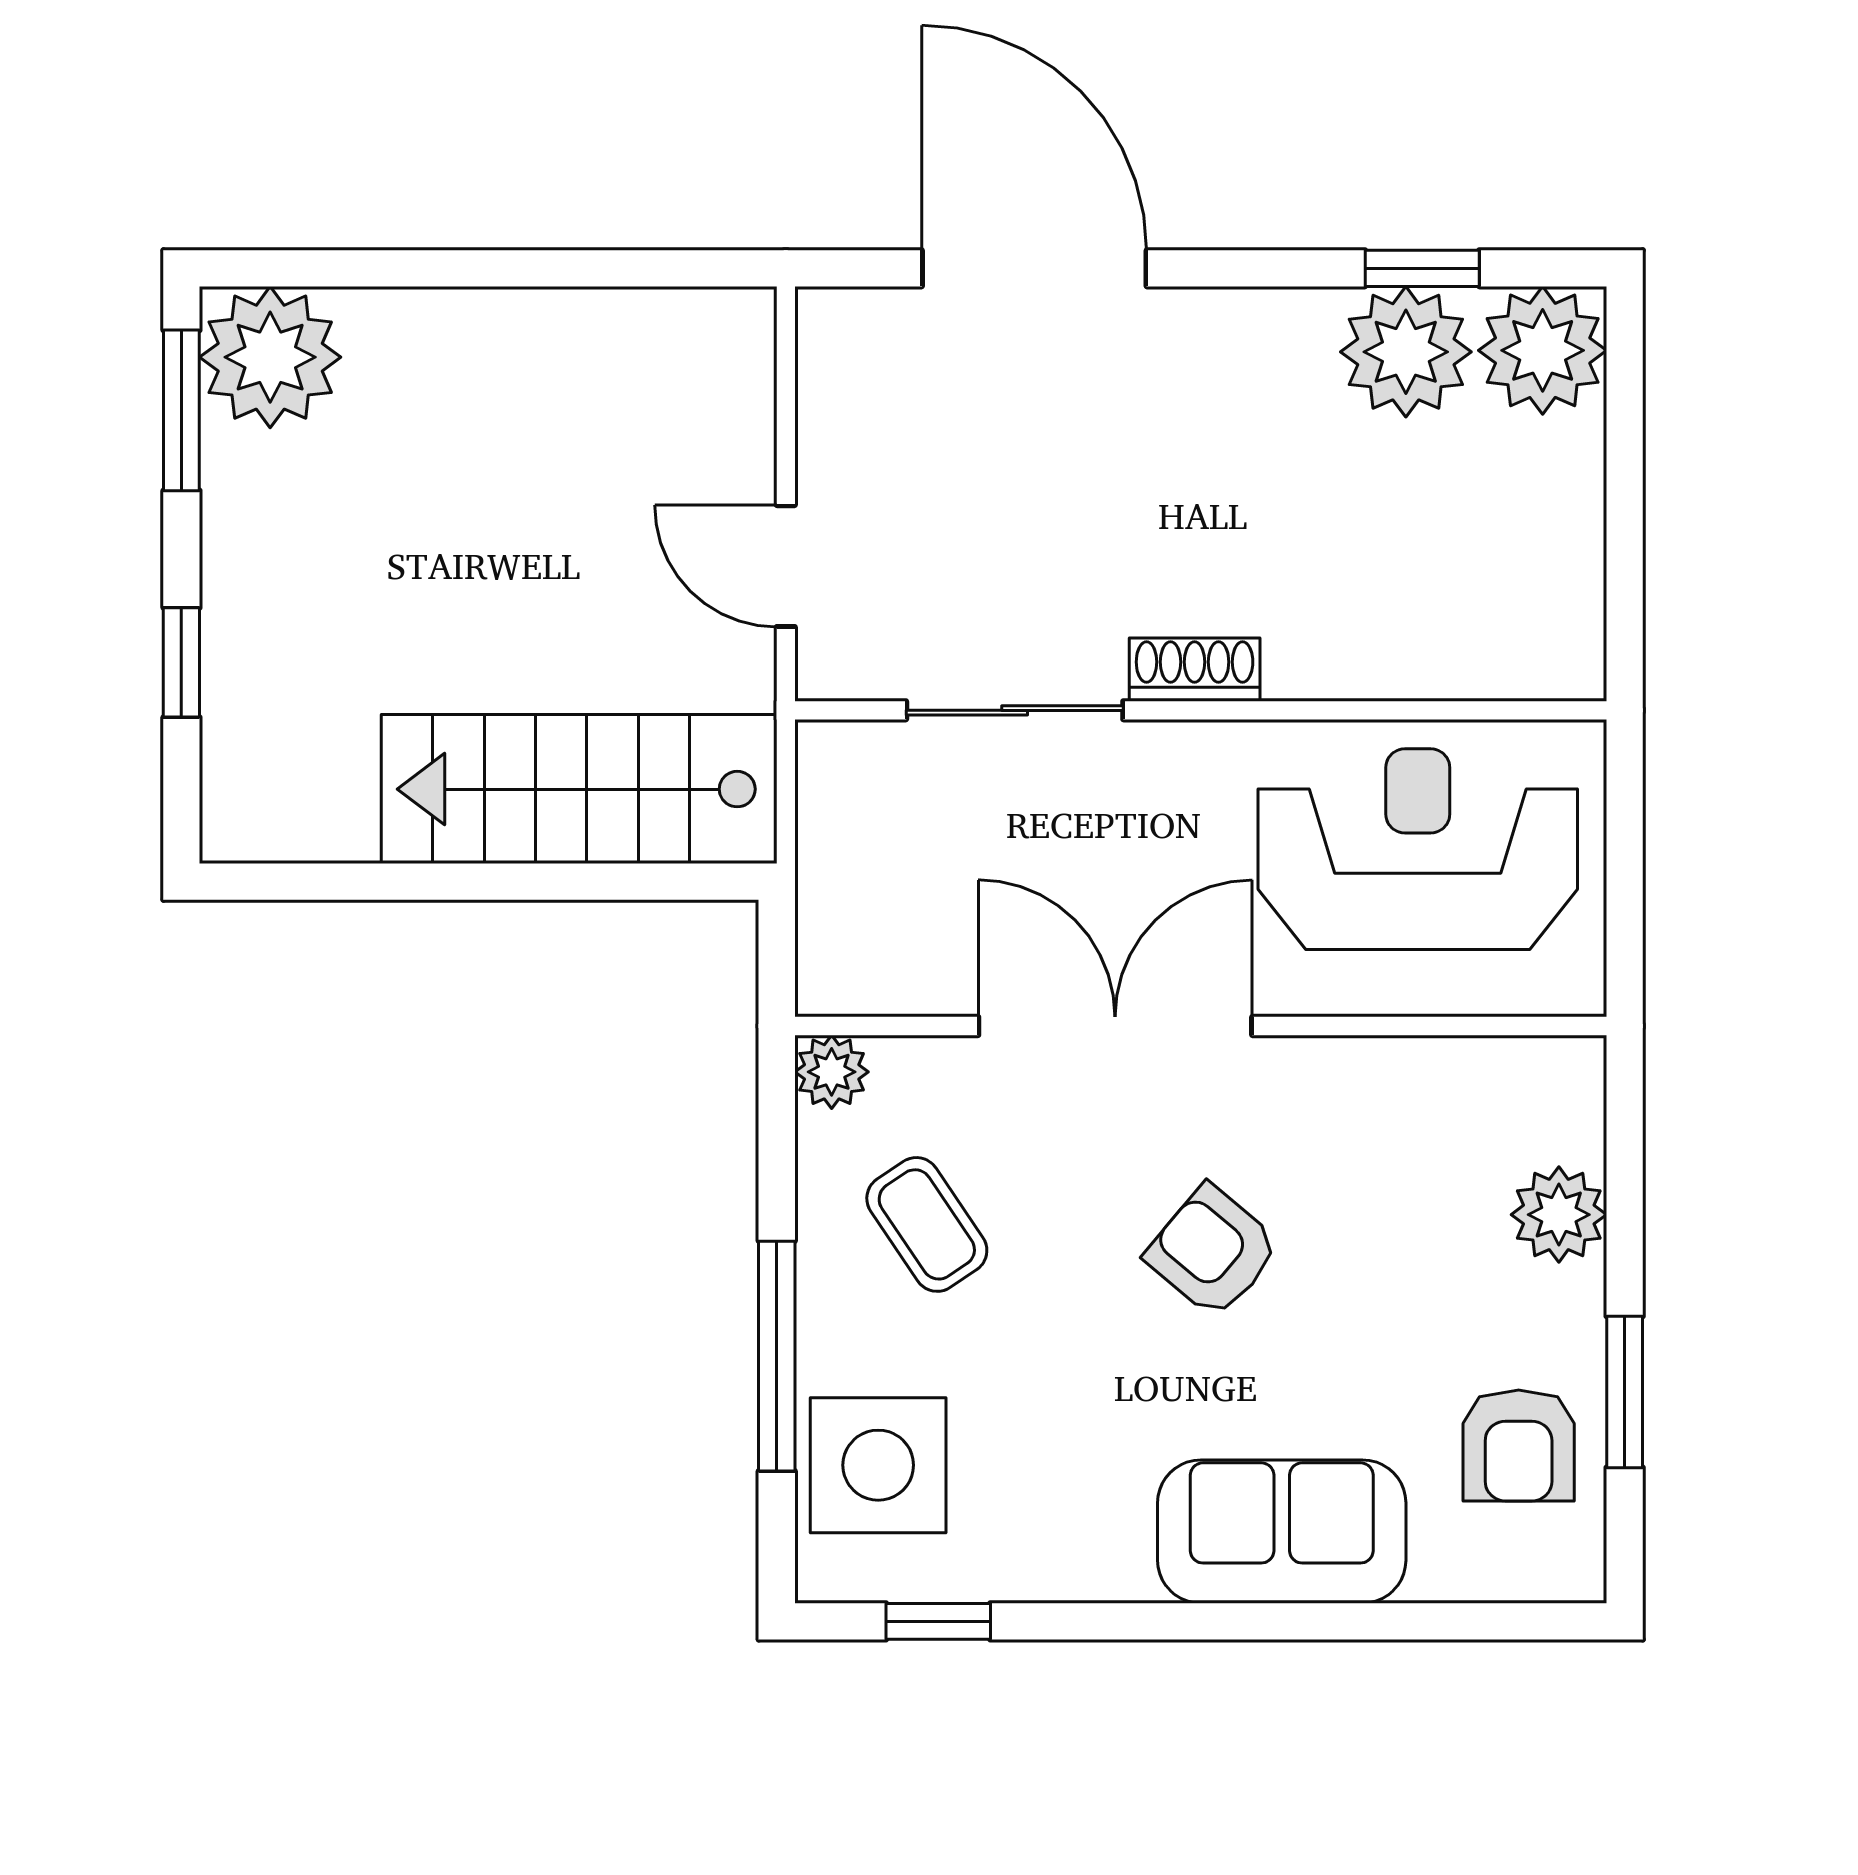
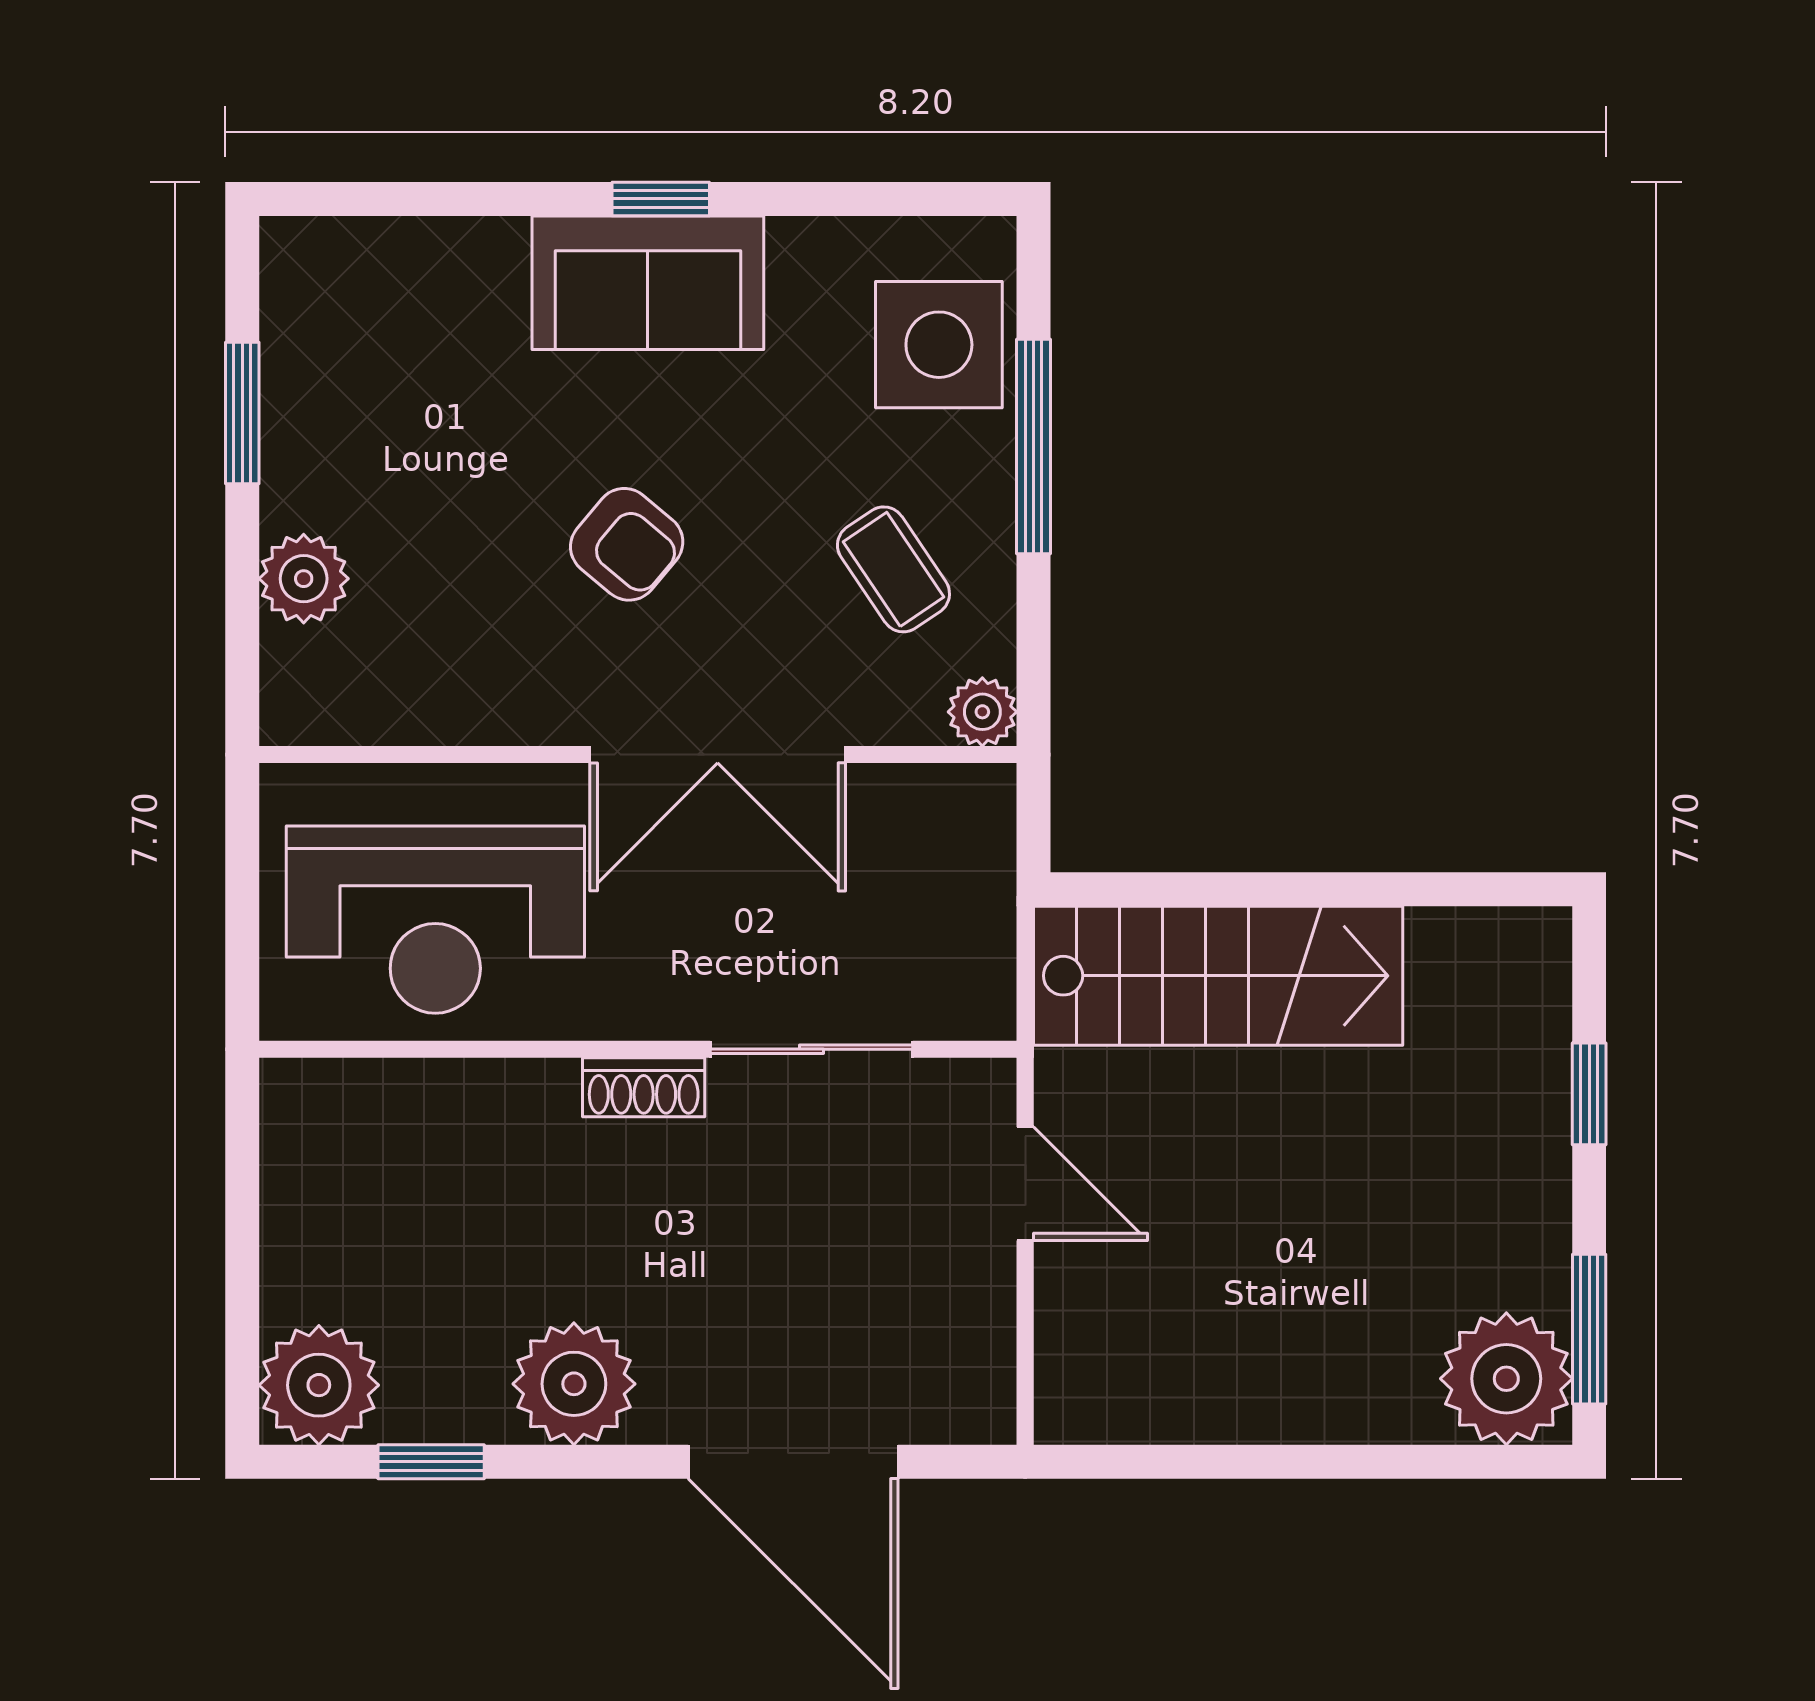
plant: (1406, 352) -> (574, 1384), moved
armchair: (1519, 1446) -> (341, 363), removed
sofa: (1282, 1532) -> (648, 283), moved
window: (938, 1621) -> (661, 199), moved

